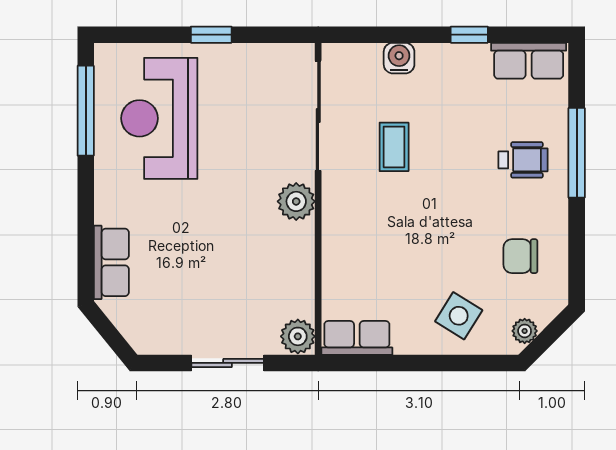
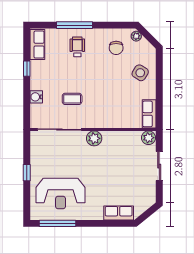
plant: (525, 331) -> (136, 36), moved

